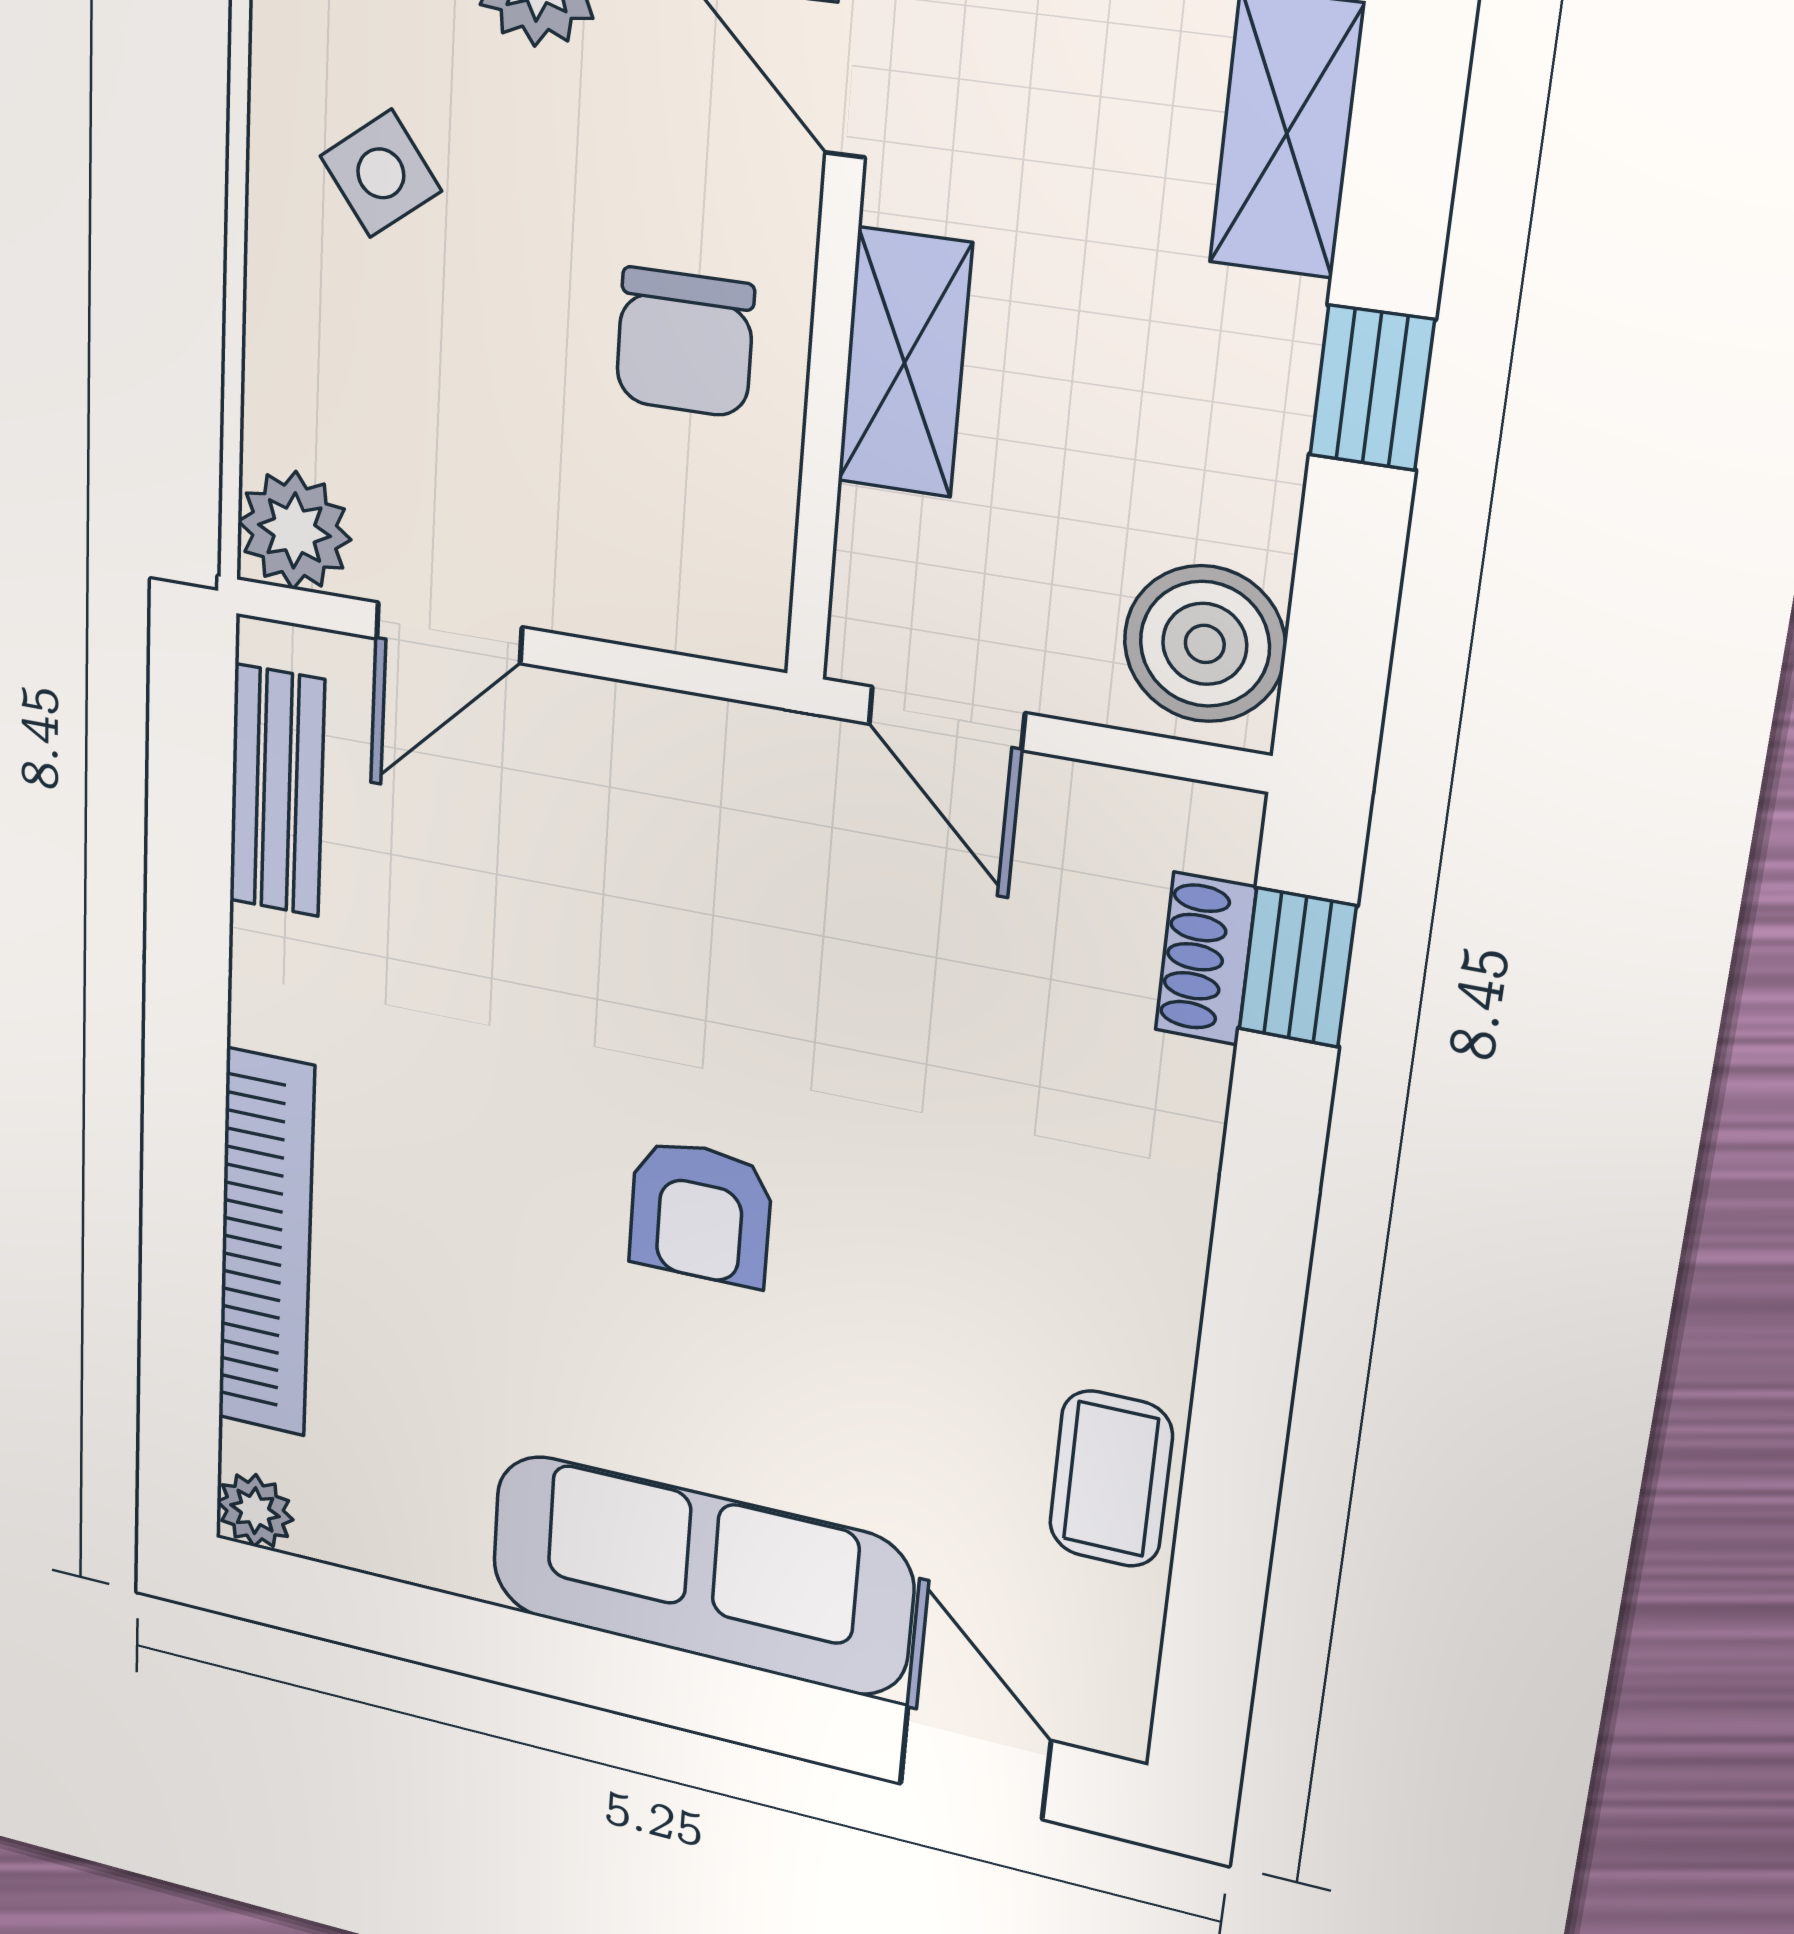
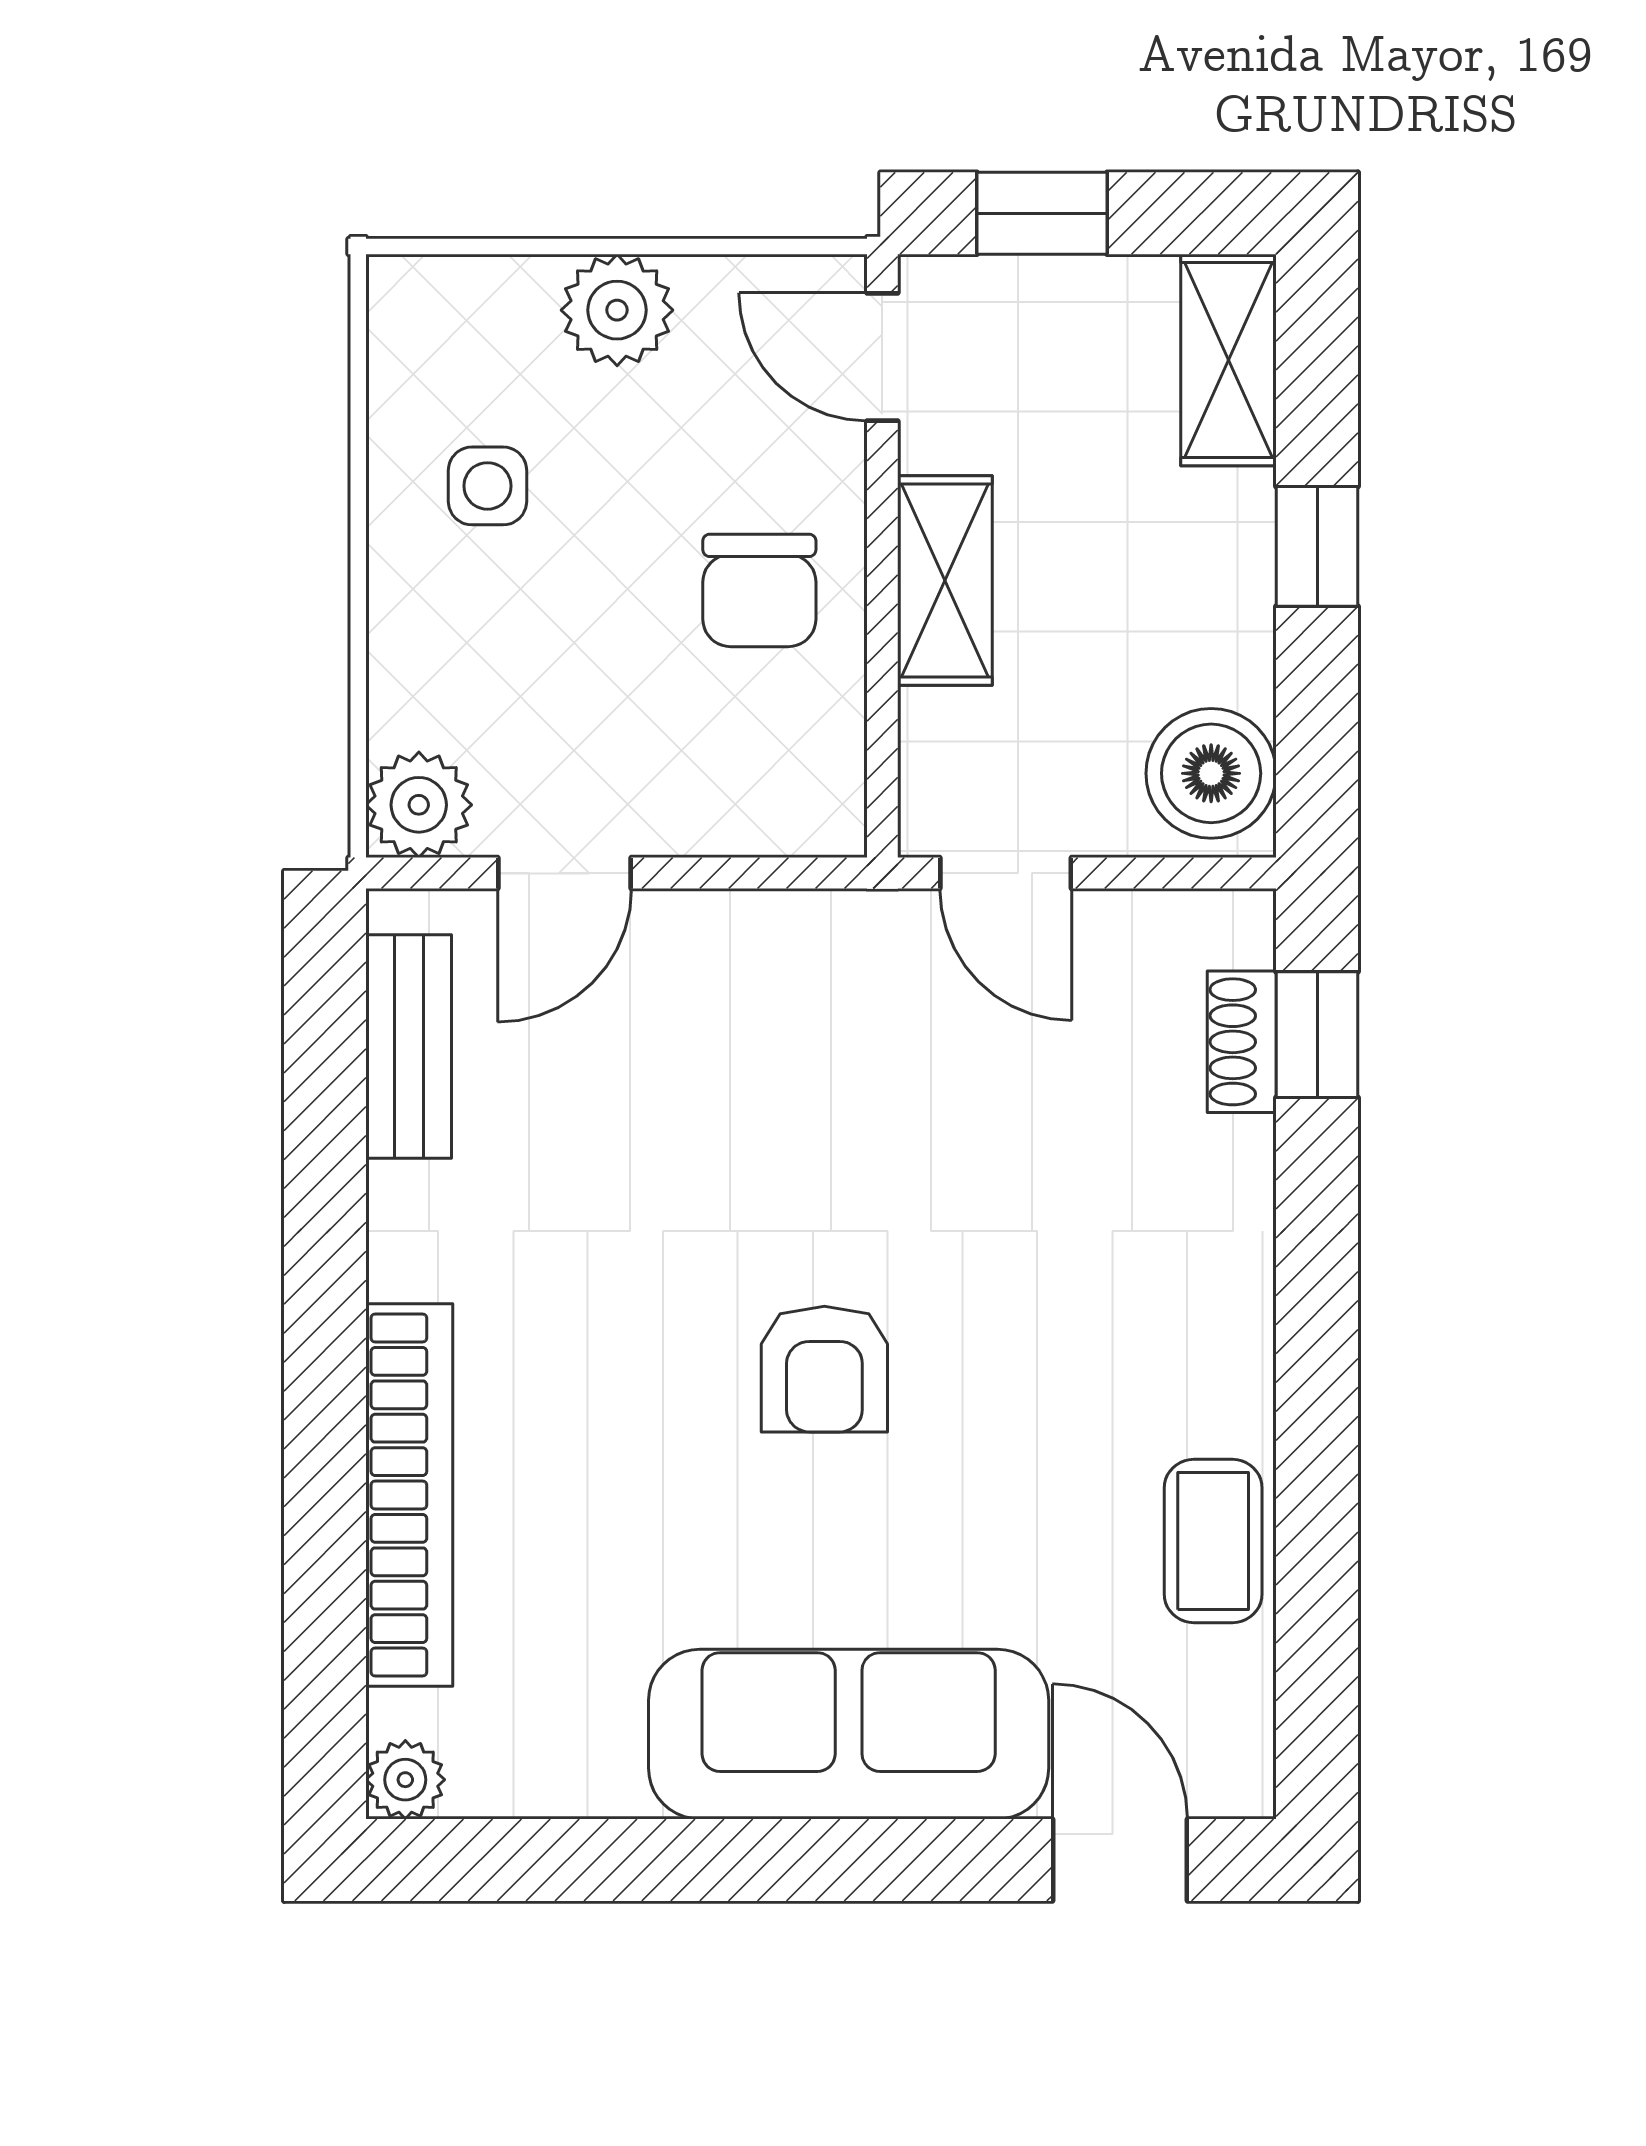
side table: (381, 173) -> (488, 486), turned 37

